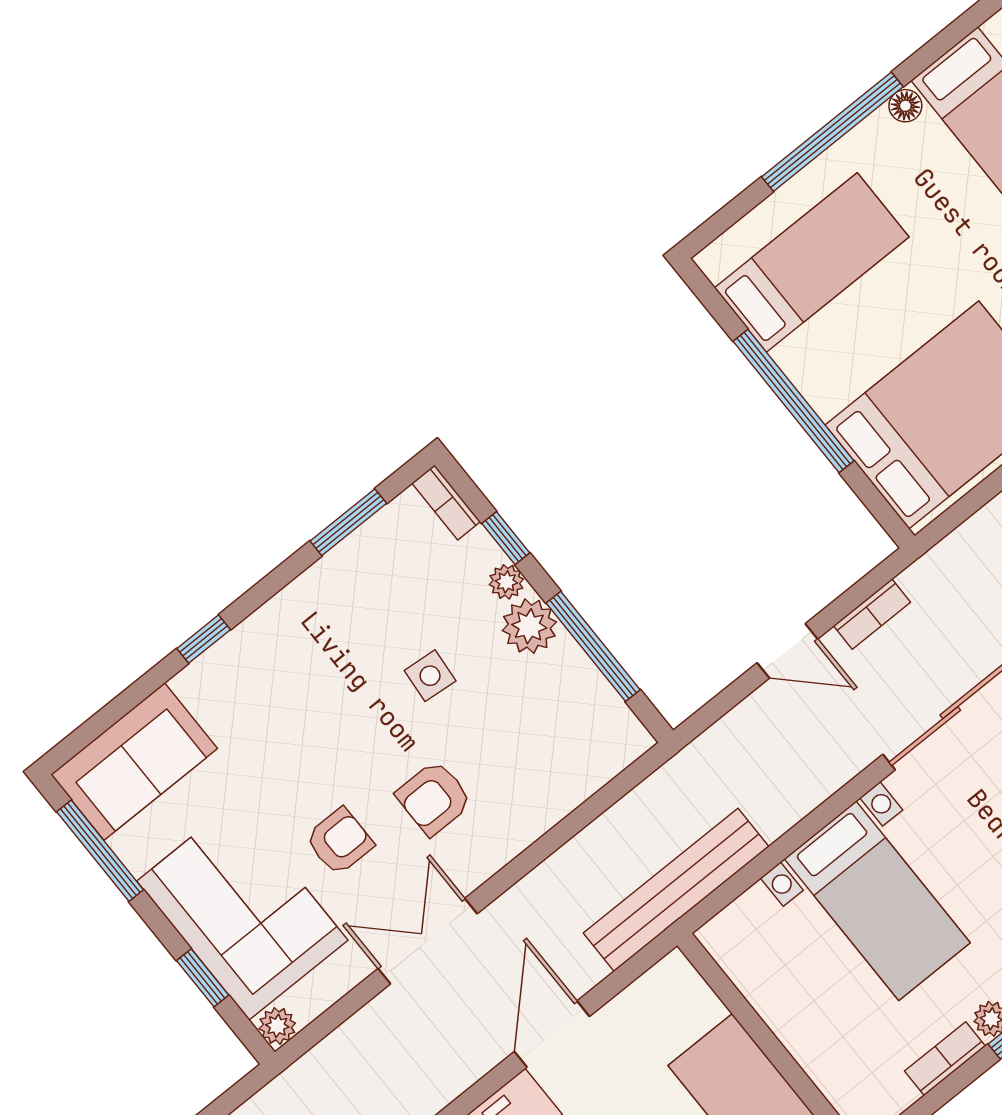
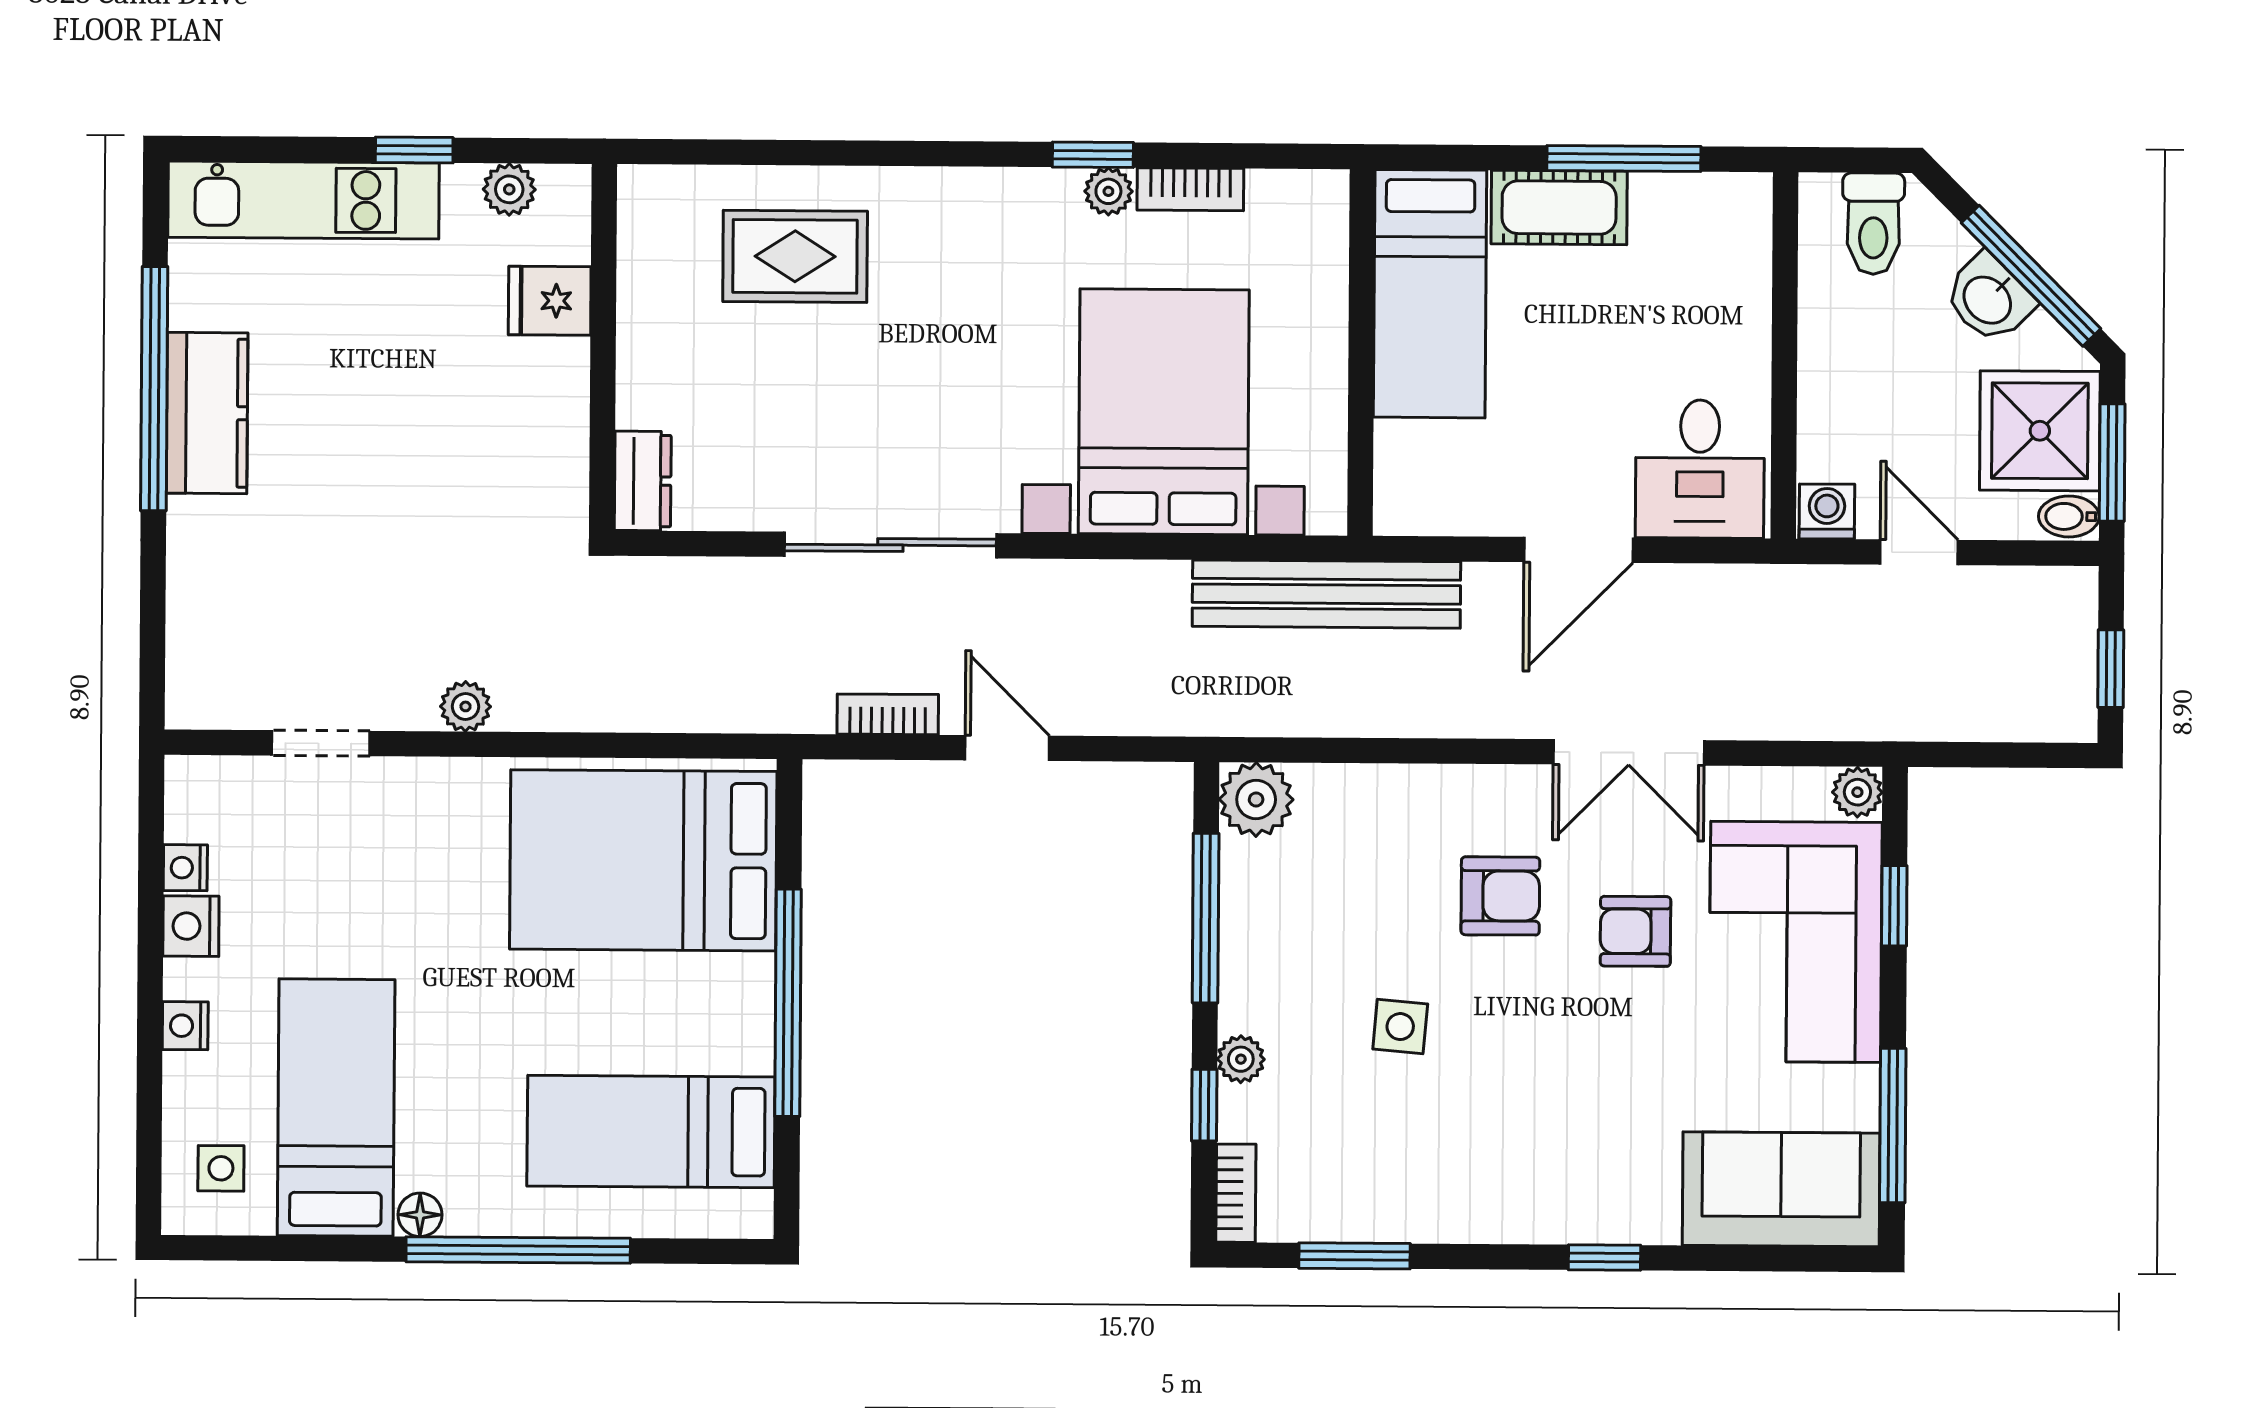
plant: (529, 626) -> (1256, 799), moved
bed with nightstands: (877, 901) -> (1164, 412), width x1.36

